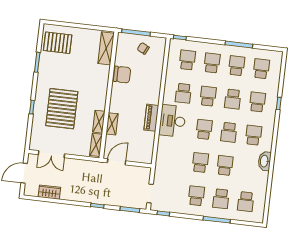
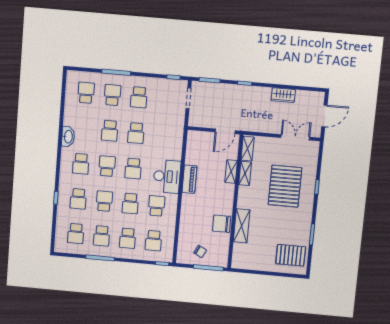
shelving: (106, 48) -> (242, 226), moved
wardrobe: (49, 192) -> (283, 95), moved

